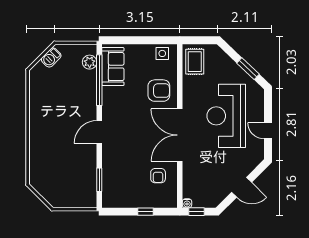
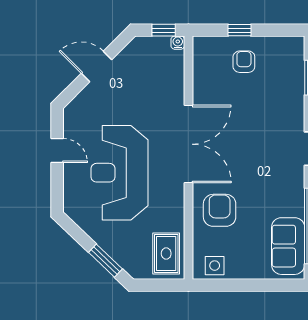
window: (248, 69) -> (105, 261), moved
armchair: (159, 91) -> (220, 210), turned 90
reception desk: (226, 116) -> (119, 173), turned 180
armchair: (158, 176) -> (244, 62), moved

